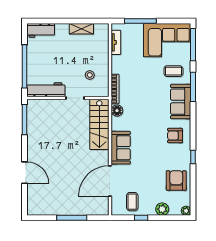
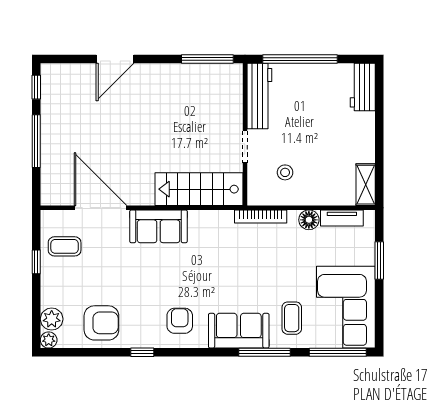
window: (140, 21) -> (379, 261), width x0.69
shelving: (81, 29) -> (366, 185), moved
floor lamp: (117, 111) -> (309, 220), moved
plant: (162, 209) -> (52, 319), moved
window: (41, 218) -> (36, 87), added

